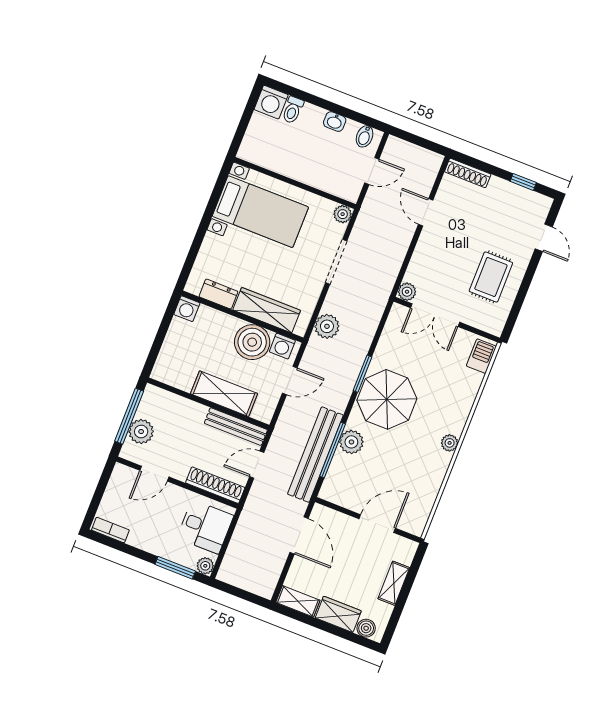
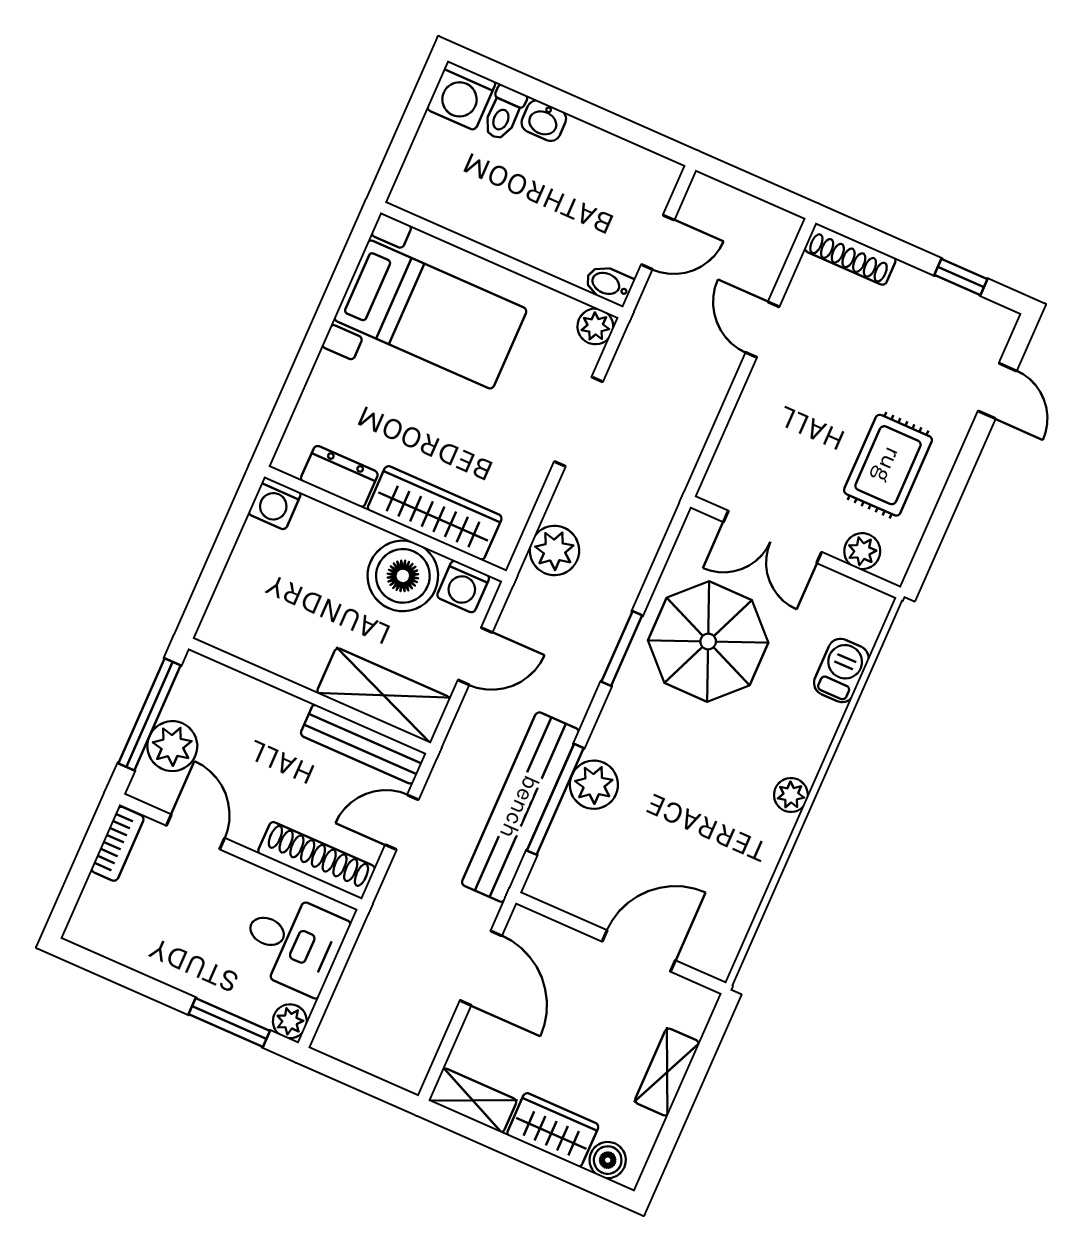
washbasin: (335, 122) -> (544, 121), moved
bidet: (365, 136) -> (609, 285), moved, turned 90
plant: (407, 292) -> (862, 551), moved
barbecue: (481, 356) -> (841, 670), moved
shelving: (224, 394) -> (384, 695), moved
parasol: (387, 399) -> (708, 642), moved
door: (154, 474) -> (195, 832), swing flipped
bookcase: (110, 530) -> (118, 844), moved, turned 90

